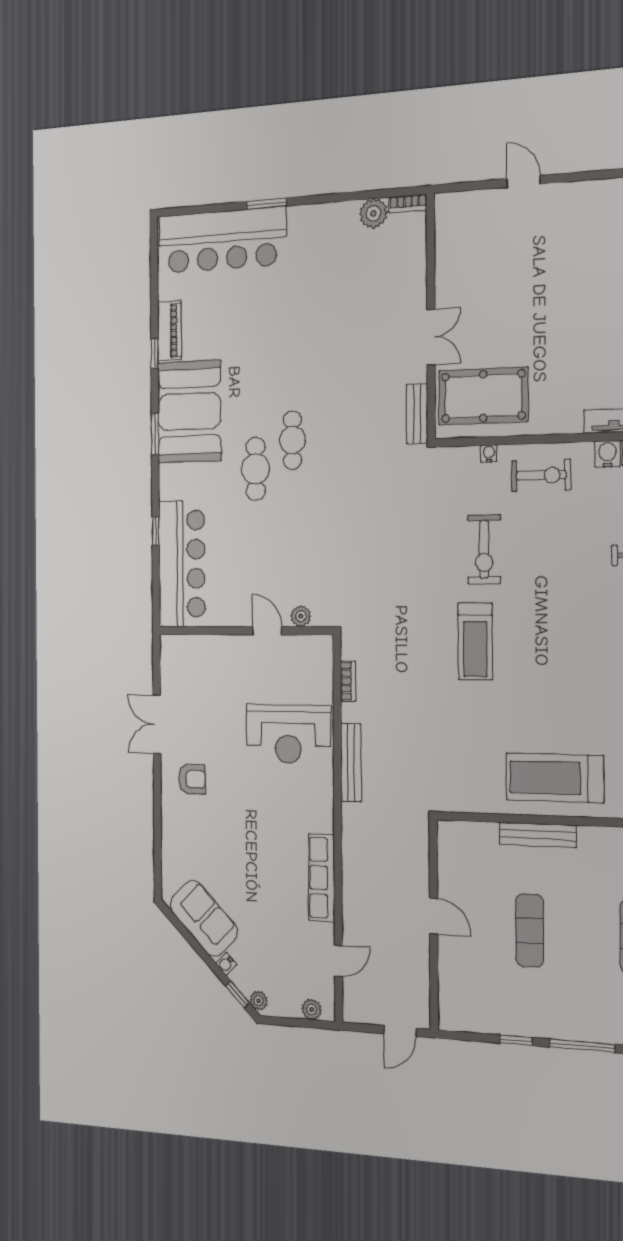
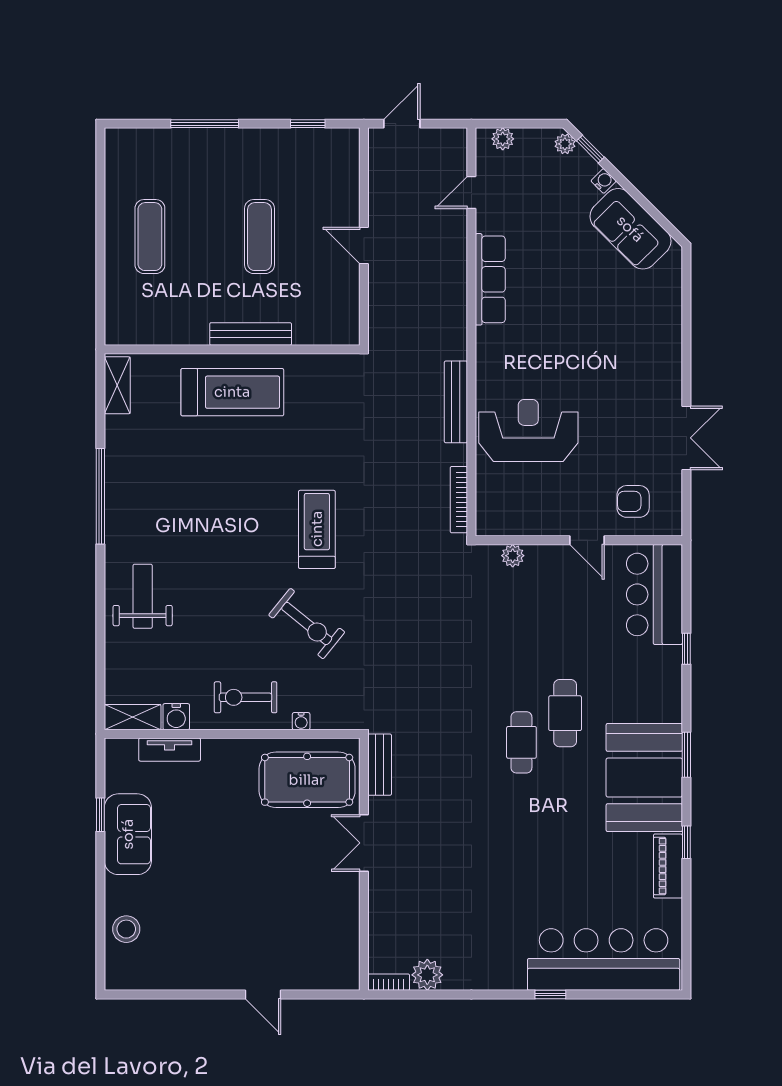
window: (267, 204) -> (550, 995), width x0.67
exercise bike: (484, 549) -> (307, 624), turned 129
bar counter: (182, 564) -> (654, 594), width x0.73
door: (267, 631) -> (587, 540), moved
bookcase: (348, 681) -> (459, 500), width x1.56
armchair: (192, 779) -> (633, 501), moved
window: (516, 1040) -> (308, 124), moved

